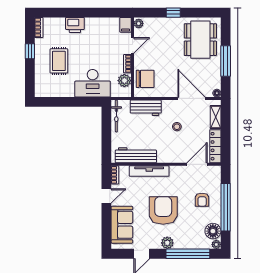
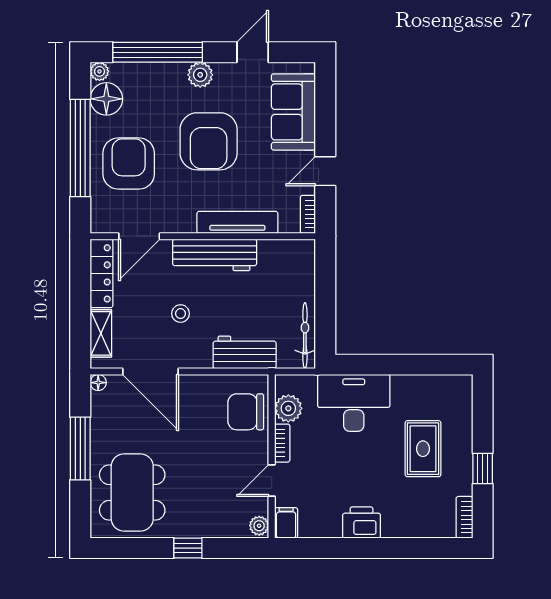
printer: (75, 25) -> (362, 523), moved
workbench: (136, 155) -> (215, 255), moved
armchair: (202, 200) -> (129, 164), width x1.88, depth x1.88

